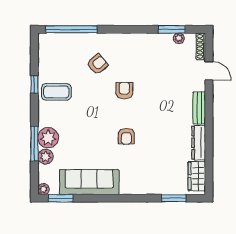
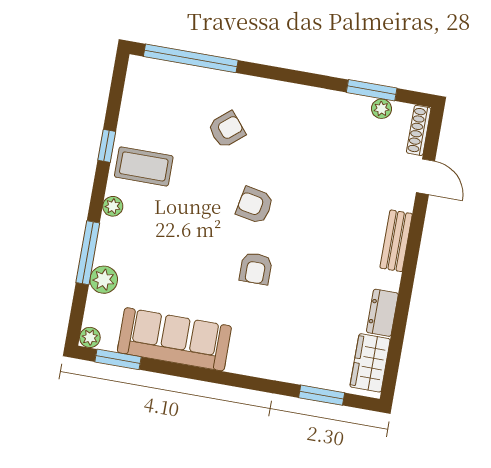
armchair: (124, 91) -> (255, 205), moved, turned -79
plant: (48, 138) -> (113, 206), moved, width x0.53, depth x0.53
dresser: (199, 143) -> (382, 313), width x0.70

